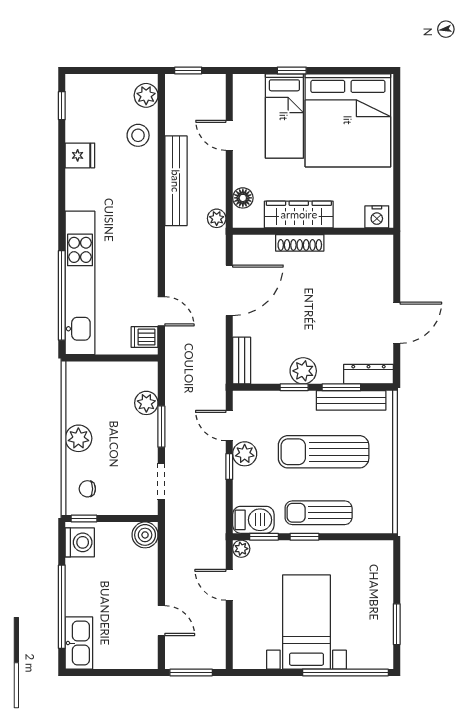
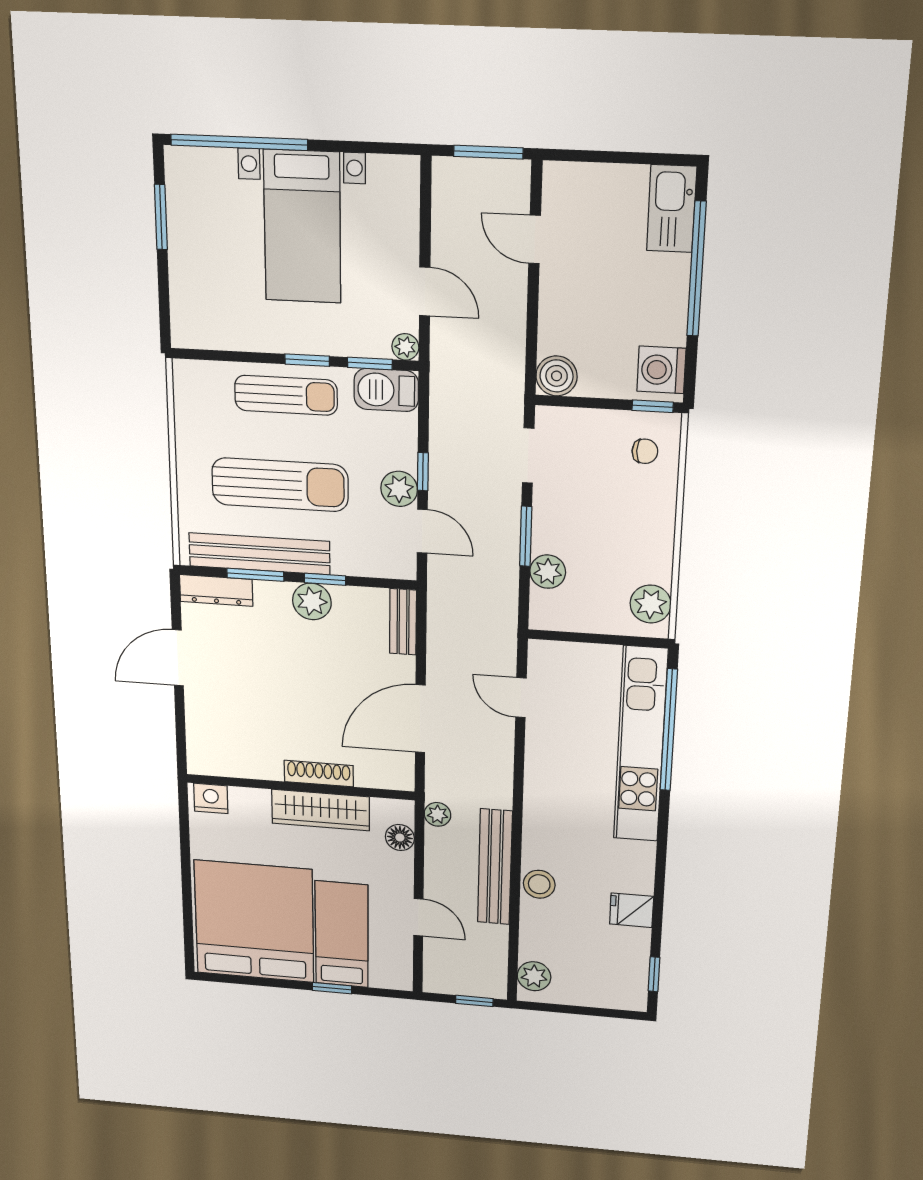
stool: (138, 135) -> (539, 884), moved
dishwasher: (145, 337) -> (547, 664), removed
bench: (351, 400) -> (259, 554), width x1.37, depth x1.21
plant: (78, 438) -> (651, 604), moved

